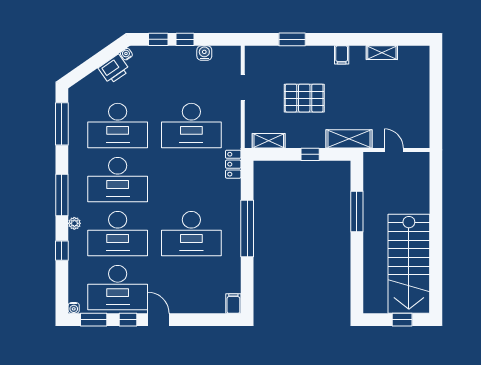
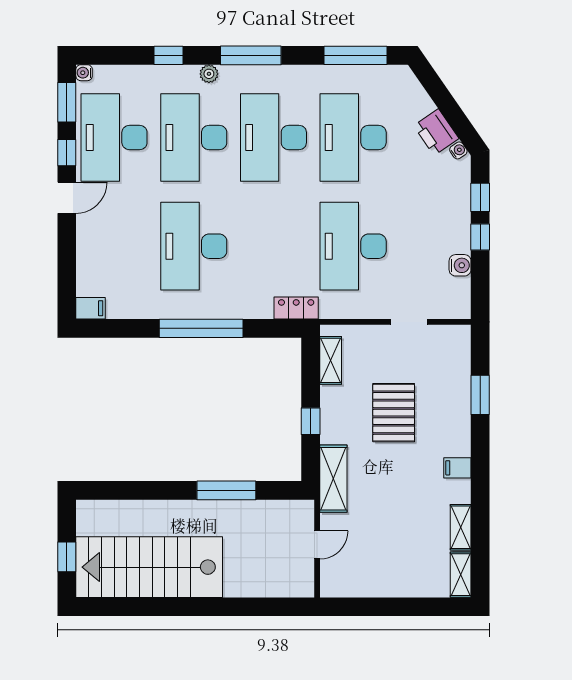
shelving: (414, 53) -> (461, 575), added

